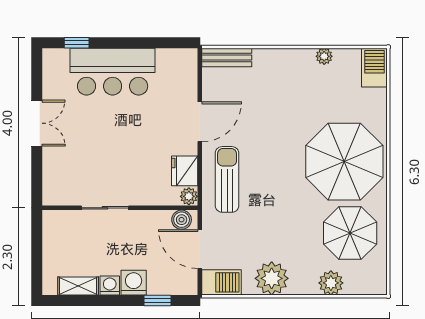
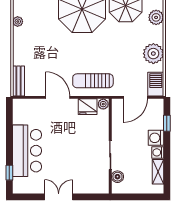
boiler: (182, 220) -> (117, 177), moved

